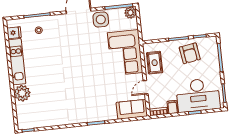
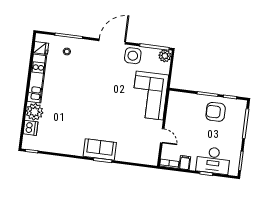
armchair: (190, 53) -> (216, 112), turned 99
rug: (155, 63) -> (177, 113), removed
door: (146, 87) -> (162, 136), swing flipped
desk: (198, 95) -> (213, 160), width x0.73, depth x0.77
dishwasher: (22, 109) -> (30, 128), added
sofa: (132, 109) -> (100, 149), moved

